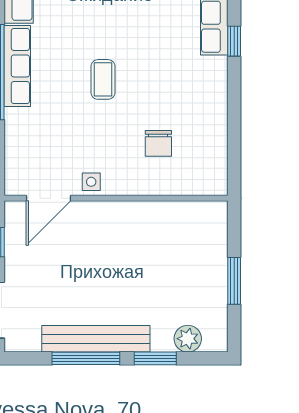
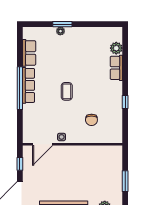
window: (234, 41) -> (125, 102), moved

